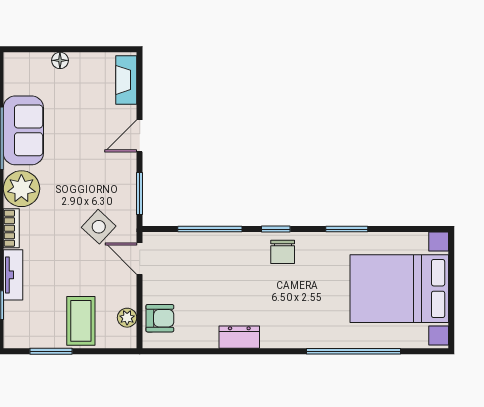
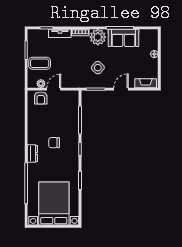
door: (140, 136) -> (121, 89), hinge flipped
side table: (99, 227) -> (98, 68), moved
chair: (283, 252) -> (54, 143), moved
door: (140, 259) -> (54, 89), moved
dresser: (239, 337) -> (32, 153), moved

